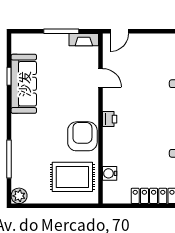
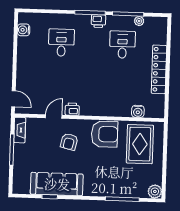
armchair: (72, 96) -> (69, 142), added
printer: (110, 119) -> (72, 109), moved
armchair: (82, 136) -> (105, 134), turned 180

